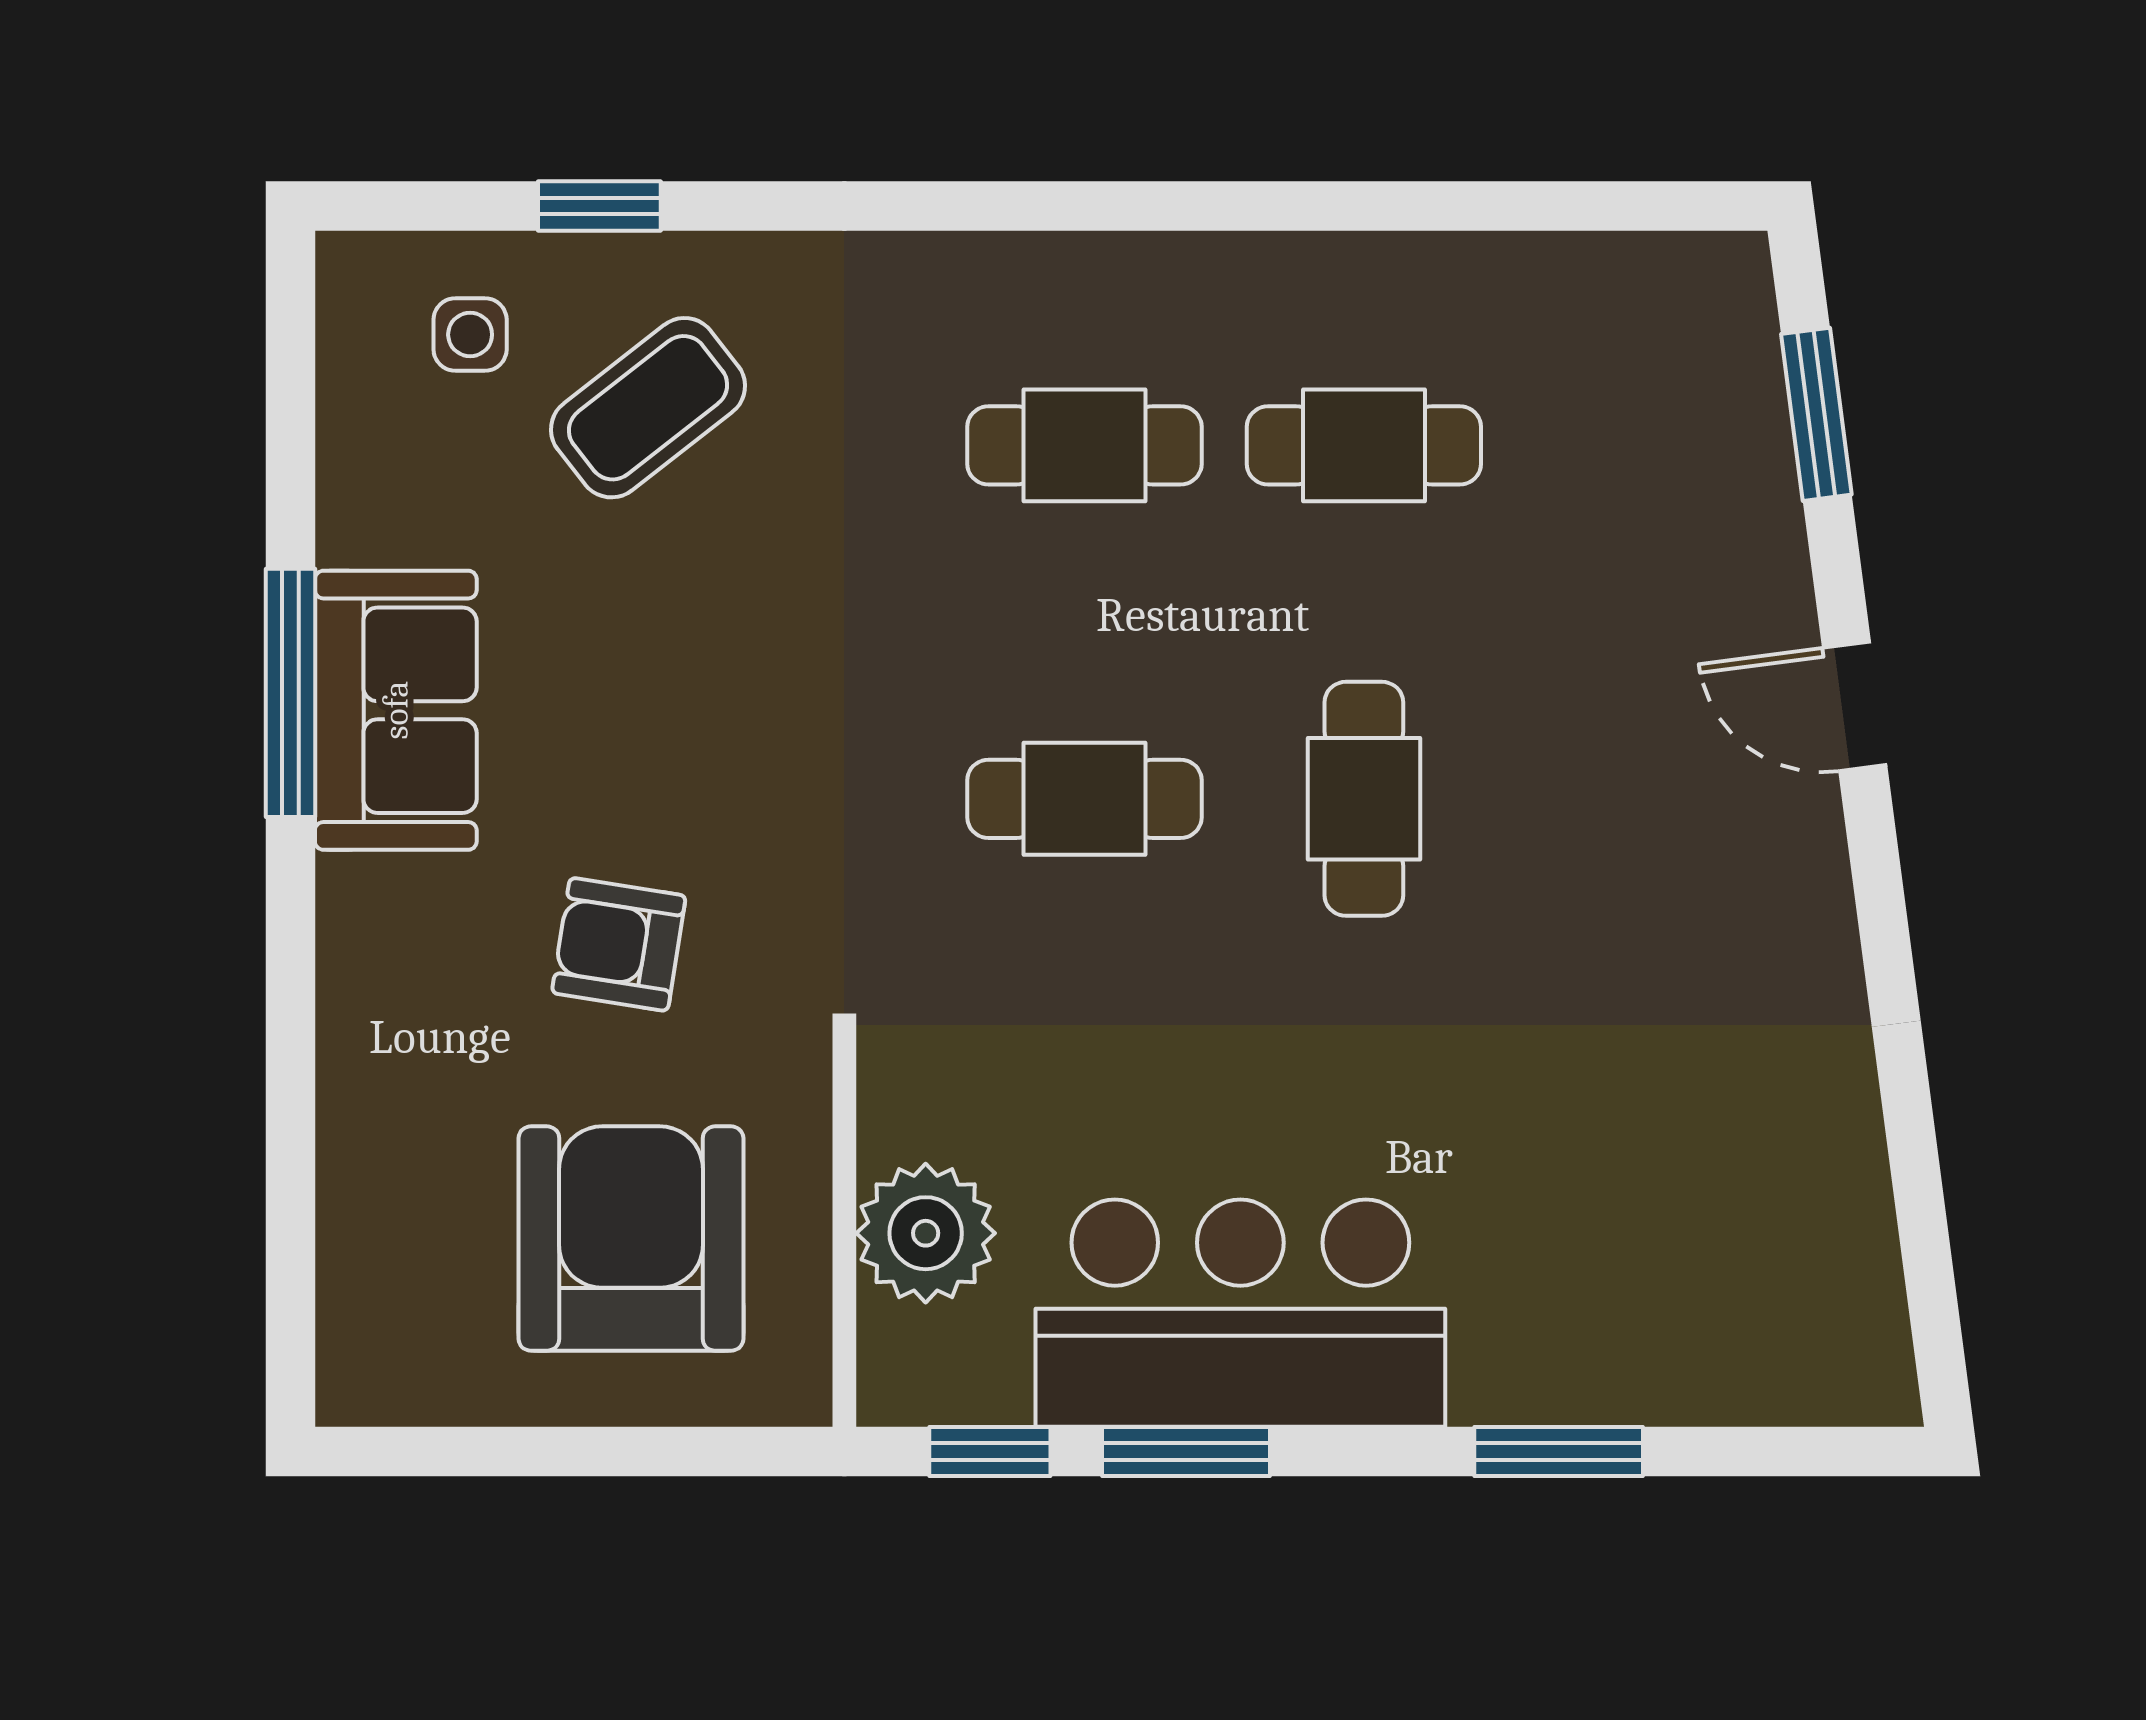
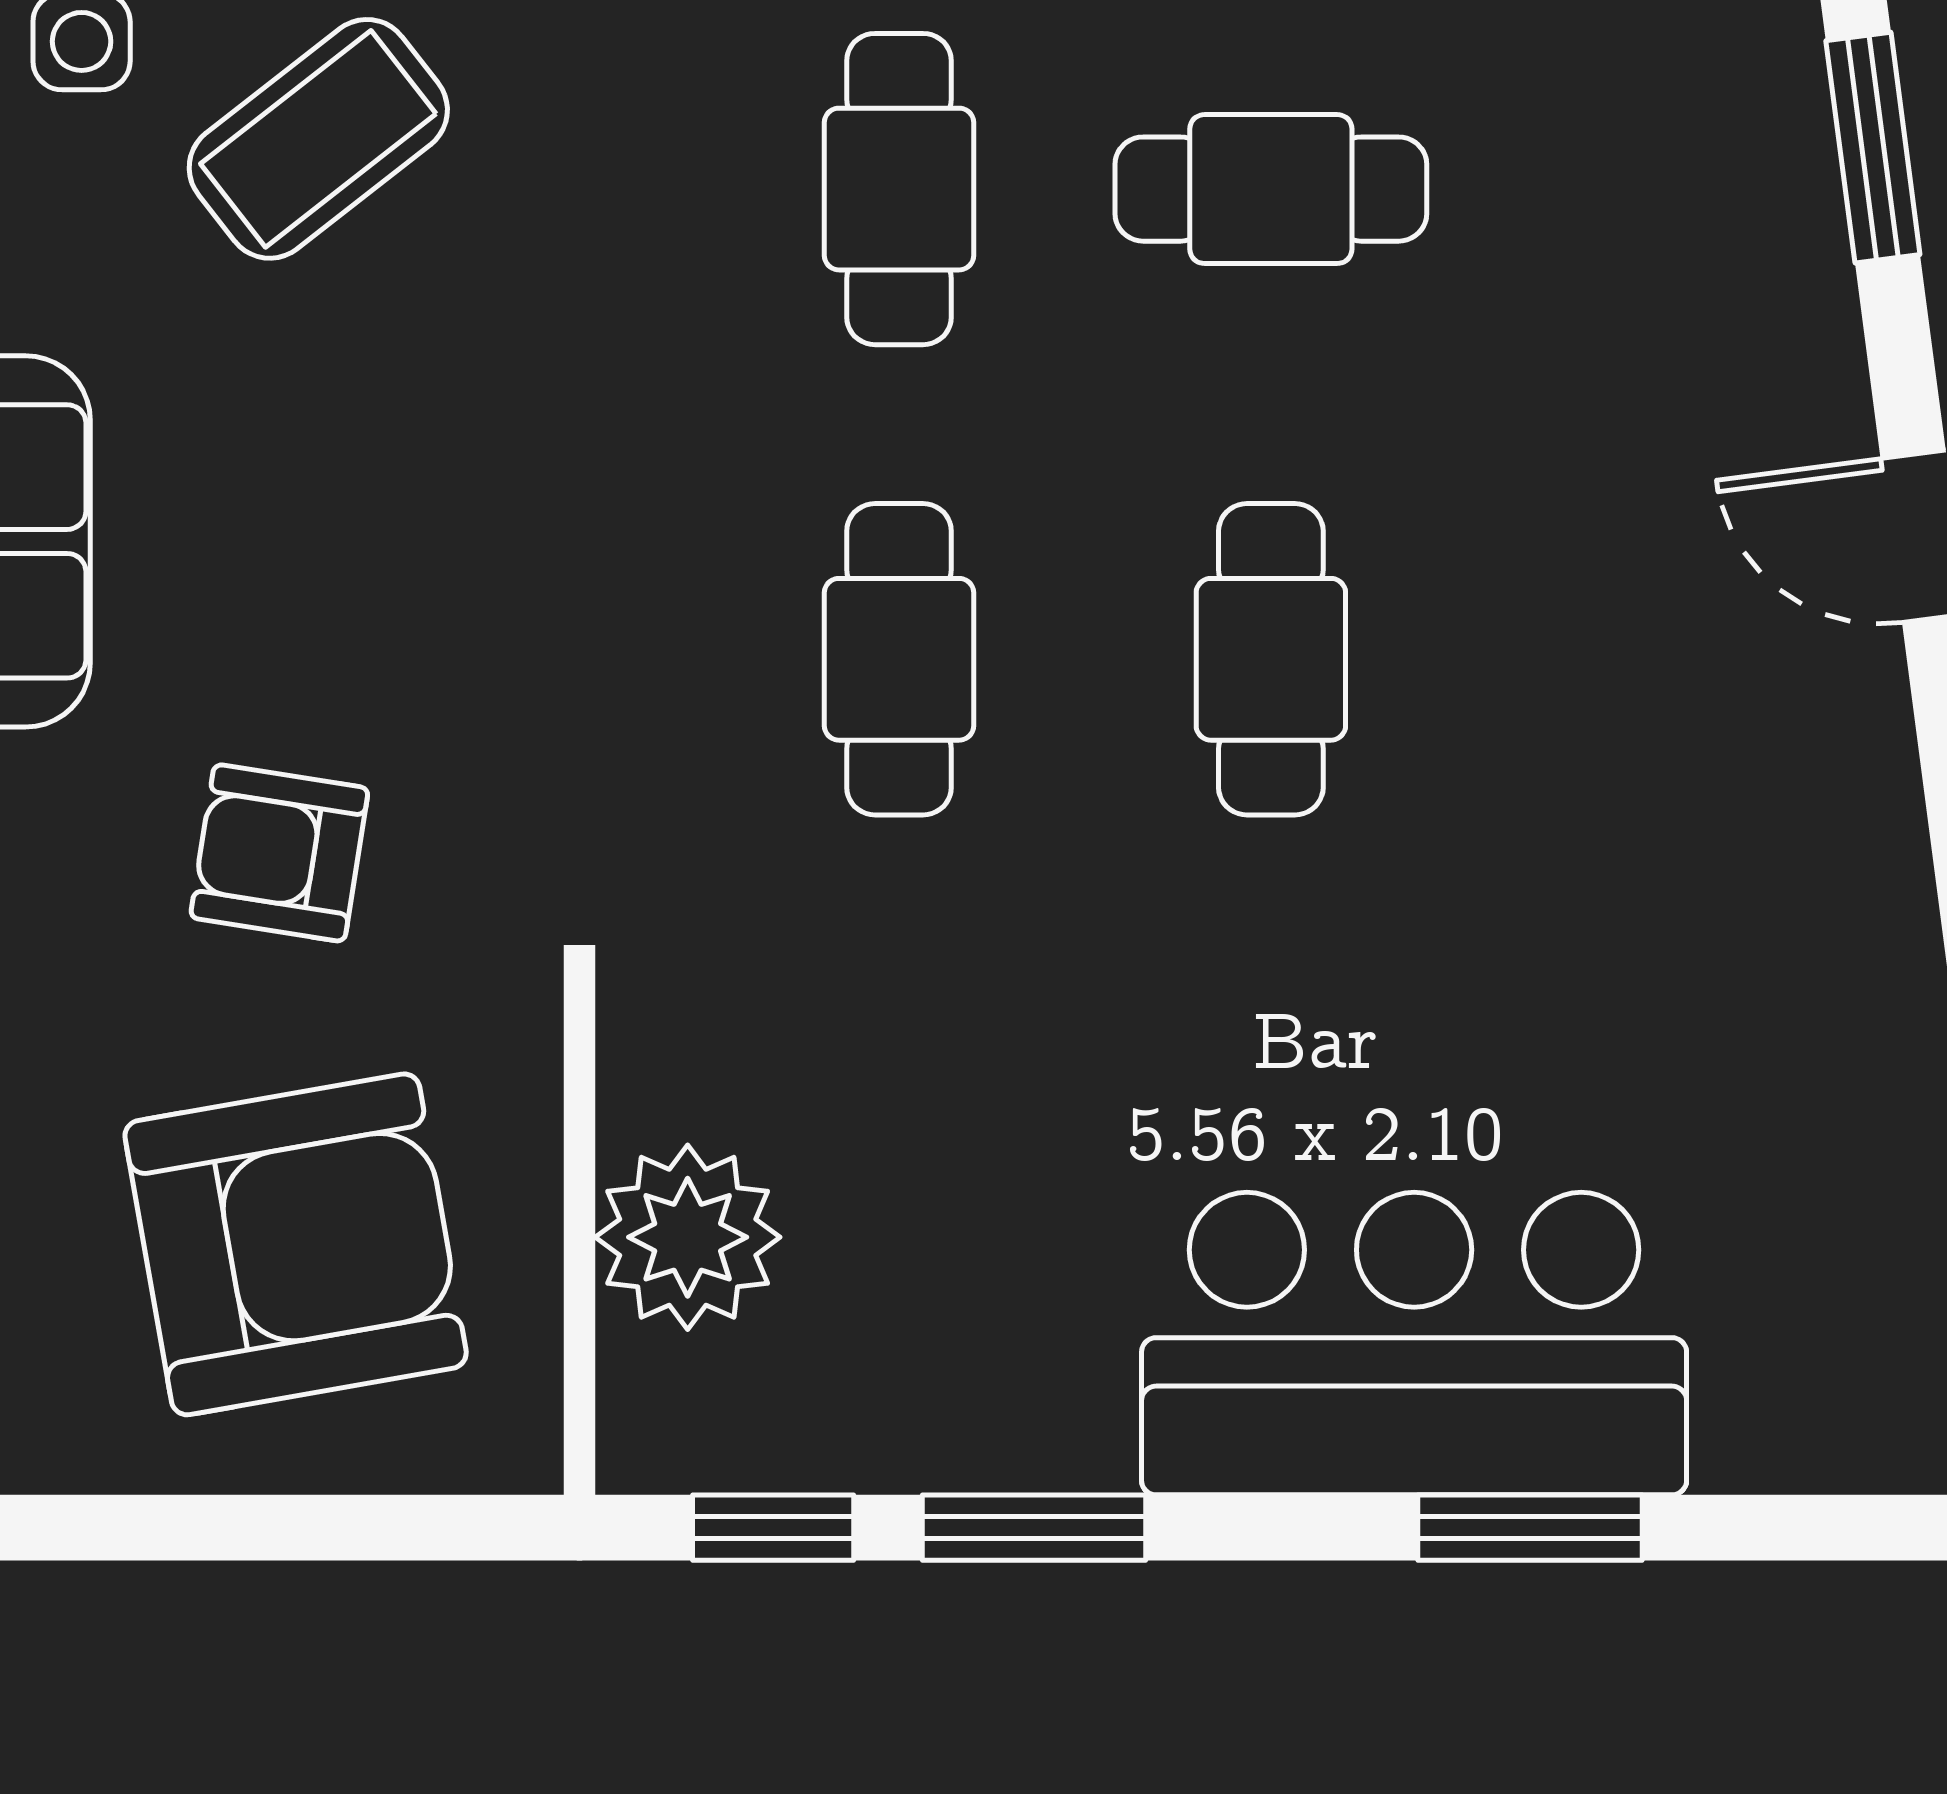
cafe table: (1084, 445) -> (899, 189), turned 90
cafe table: (1084, 799) -> (899, 659), turned 90
armchair: (631, 1239) -> (296, 1244), turned 80
bar counter: (1240, 1313) -> (1414, 1344), moved

